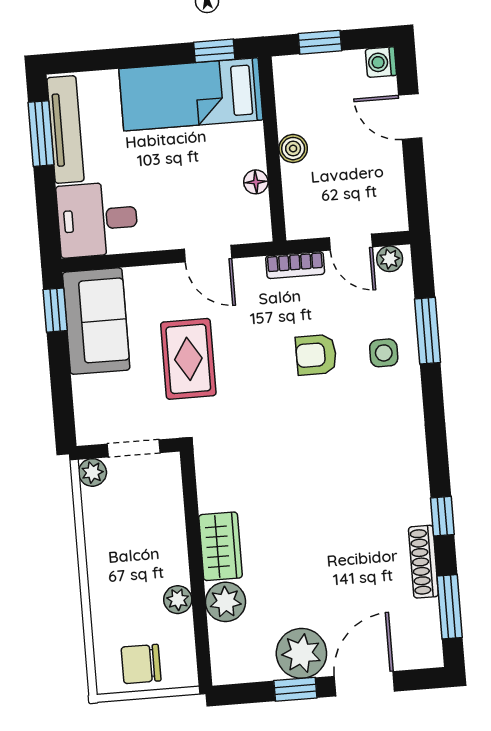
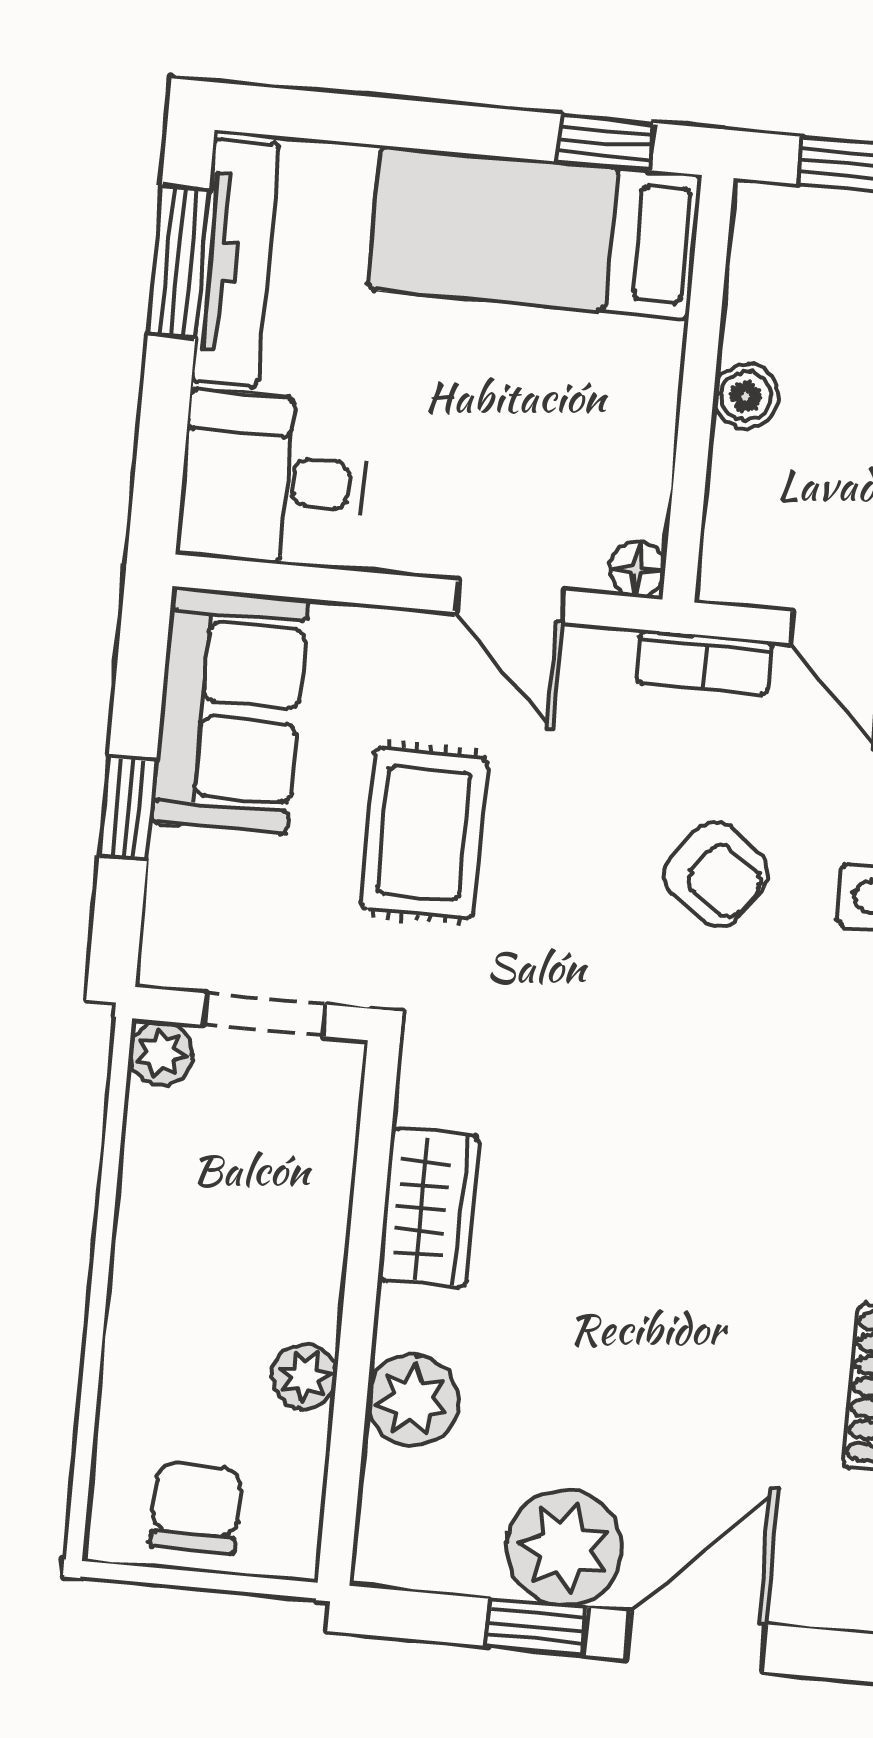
floor lamp: (256, 182) -> (638, 569), moved
window: (55, 310) -> (128, 808), moved
armchair: (316, 355) -> (716, 874), turned -144
wardrobe: (220, 546) -> (429, 1208), moved
chair: (141, 664) -> (196, 1508), turned 90

